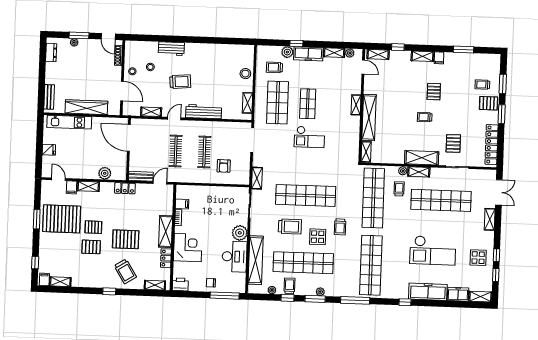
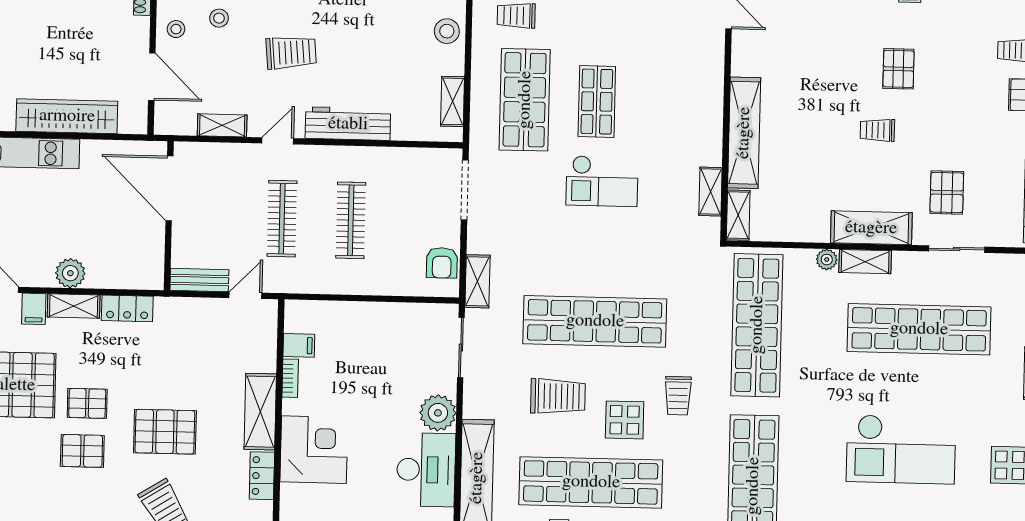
shelving: (356, 105) -> (710, 192), moved
armchair: (224, 166) -> (442, 263), moved
plant: (105, 173) -> (70, 273), moved
locker: (125, 188) -> (127, 308), moved
trolley: (399, 189) -> (818, 303), removed

